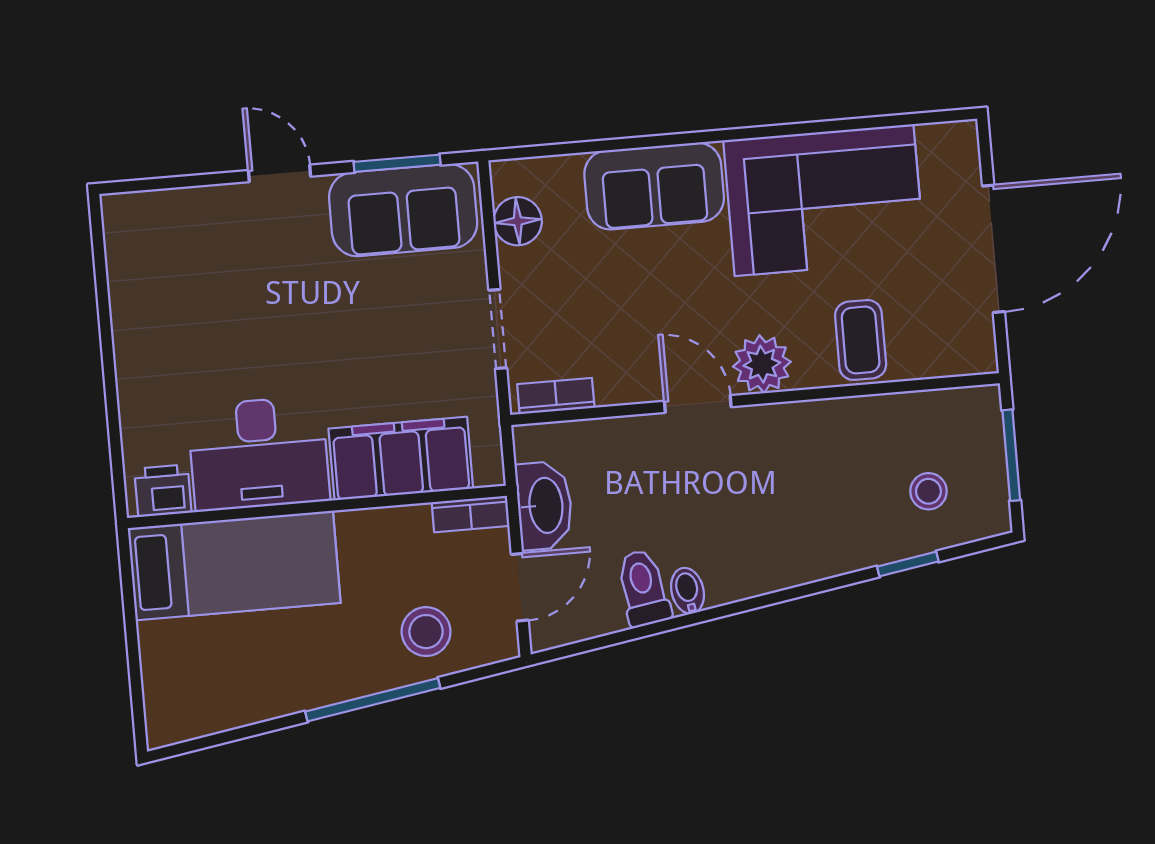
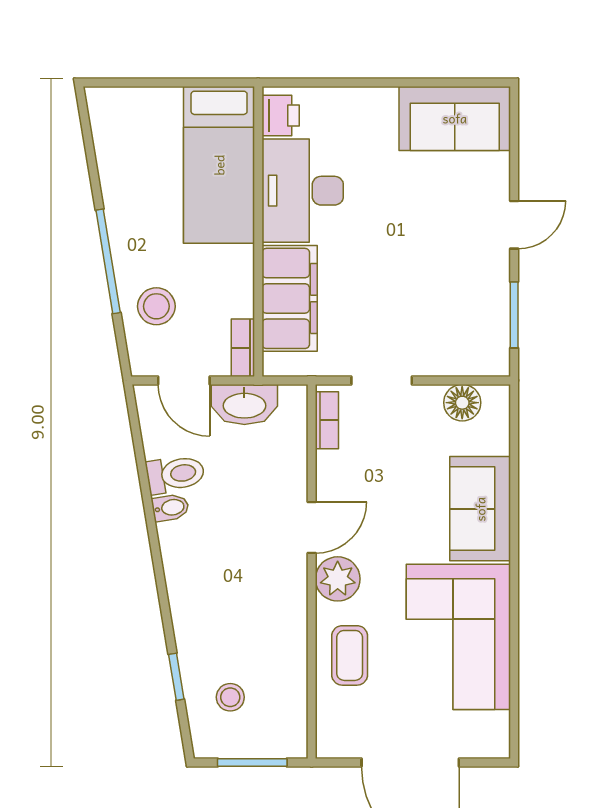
sofa: (403, 210) -> (455, 118), moved, turned -90
coffee table: (861, 340) -> (350, 655), turned 90

